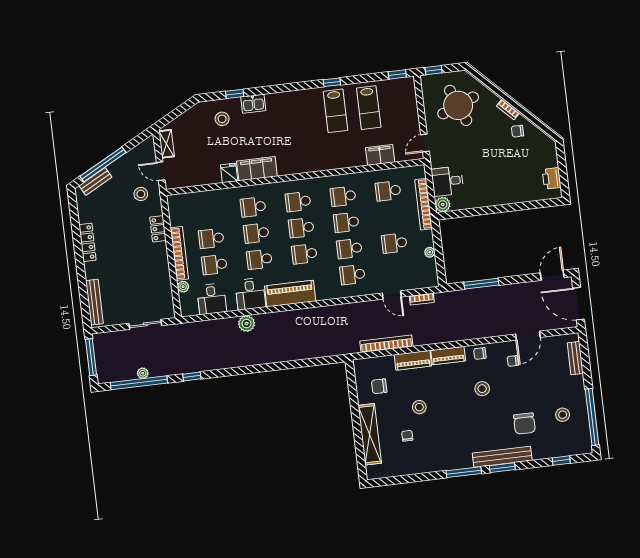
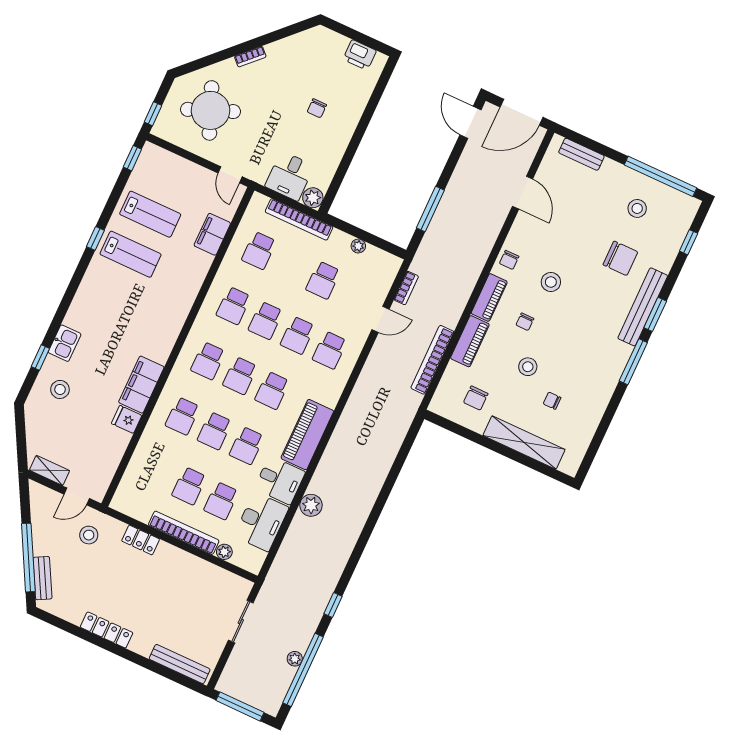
chair: (517, 131) -> (317, 108), moved
desk: (212, 299) -> (261, 522), width x1.37
chair: (513, 361) -> (525, 322), moved

